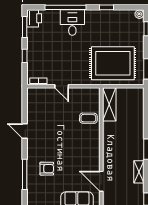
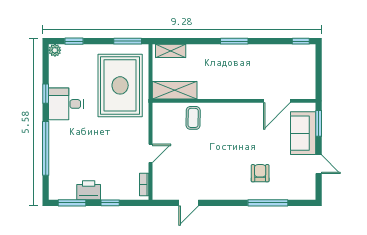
printer: (34, 18) -> (89, 190), moved
desk: (72, 23) -> (66, 104), moved
door: (25, 131) -> (189, 203), moved
shelving: (139, 172) -> (171, 51), moved

